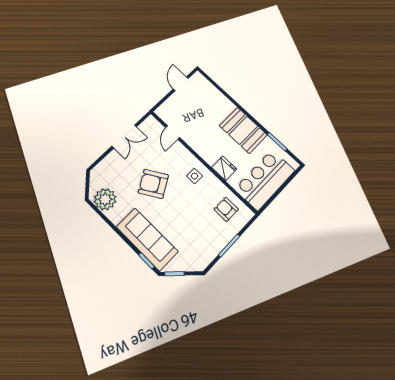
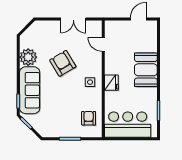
booth: (243, 130) -> (146, 70), moved
door: (173, 133) -> (103, 44), hinge flipped
fridge: (224, 168) -> (111, 83), moved
plant: (105, 199) -> (28, 57), moved

